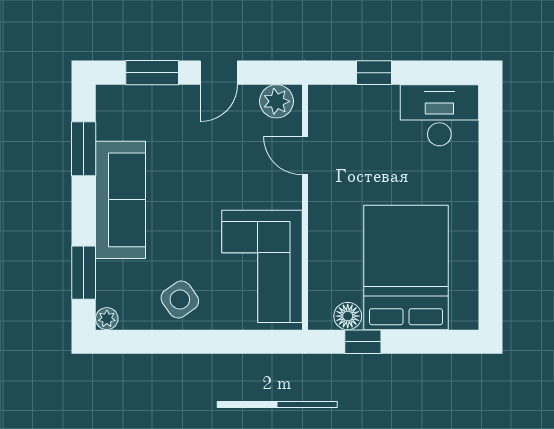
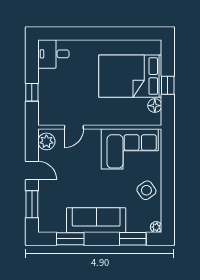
desk: (439, 115) -> (53, 54), width x0.73
window: (363, 342) -> (168, 85), moved

